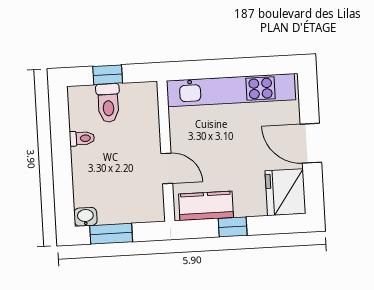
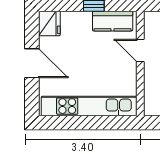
fridge: (285, 192) -> (49, 23), width x0.73, depth x0.75

